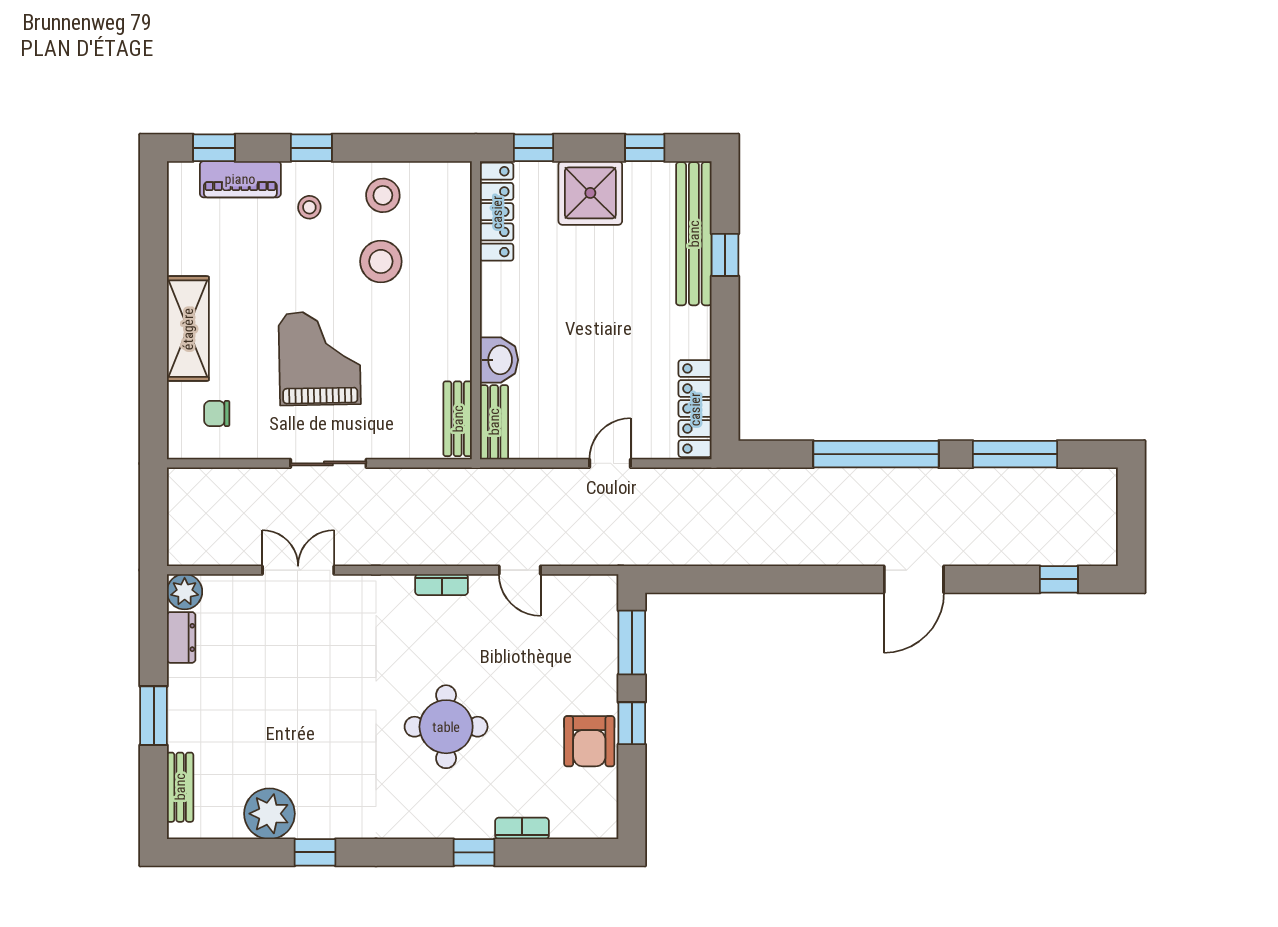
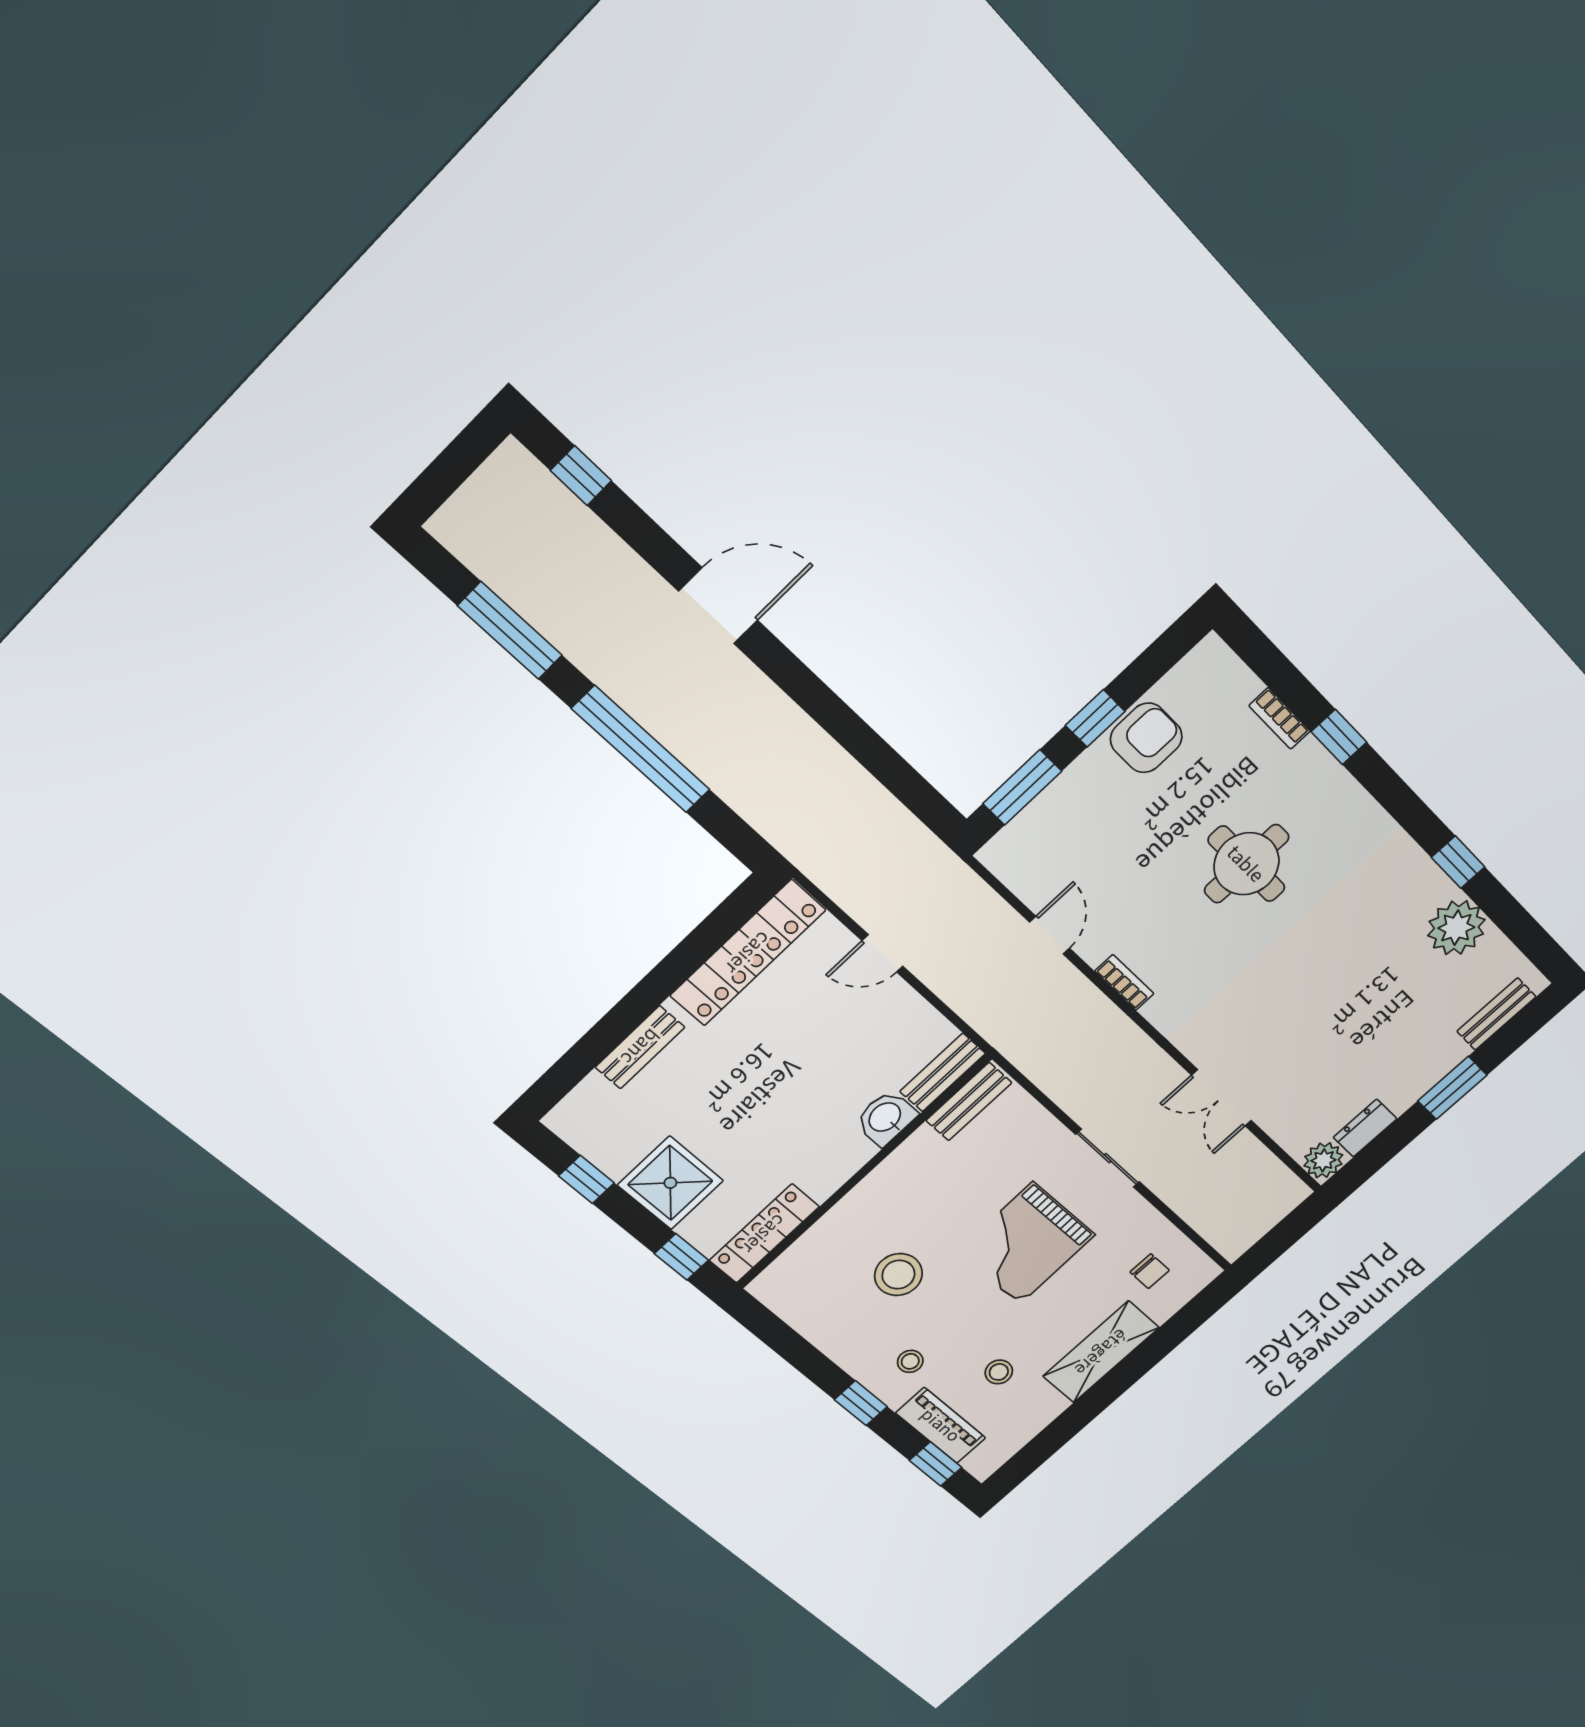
stool: (383, 195) -> (999, 1372), moved, width x0.73, depth x0.73
bench: (694, 234) -> (640, 1047), width x0.54, depth x0.82
window: (725, 255) -> (605, 1036), removed
locker: (695, 409) -> (748, 953), width x1.41, depth x1.21

